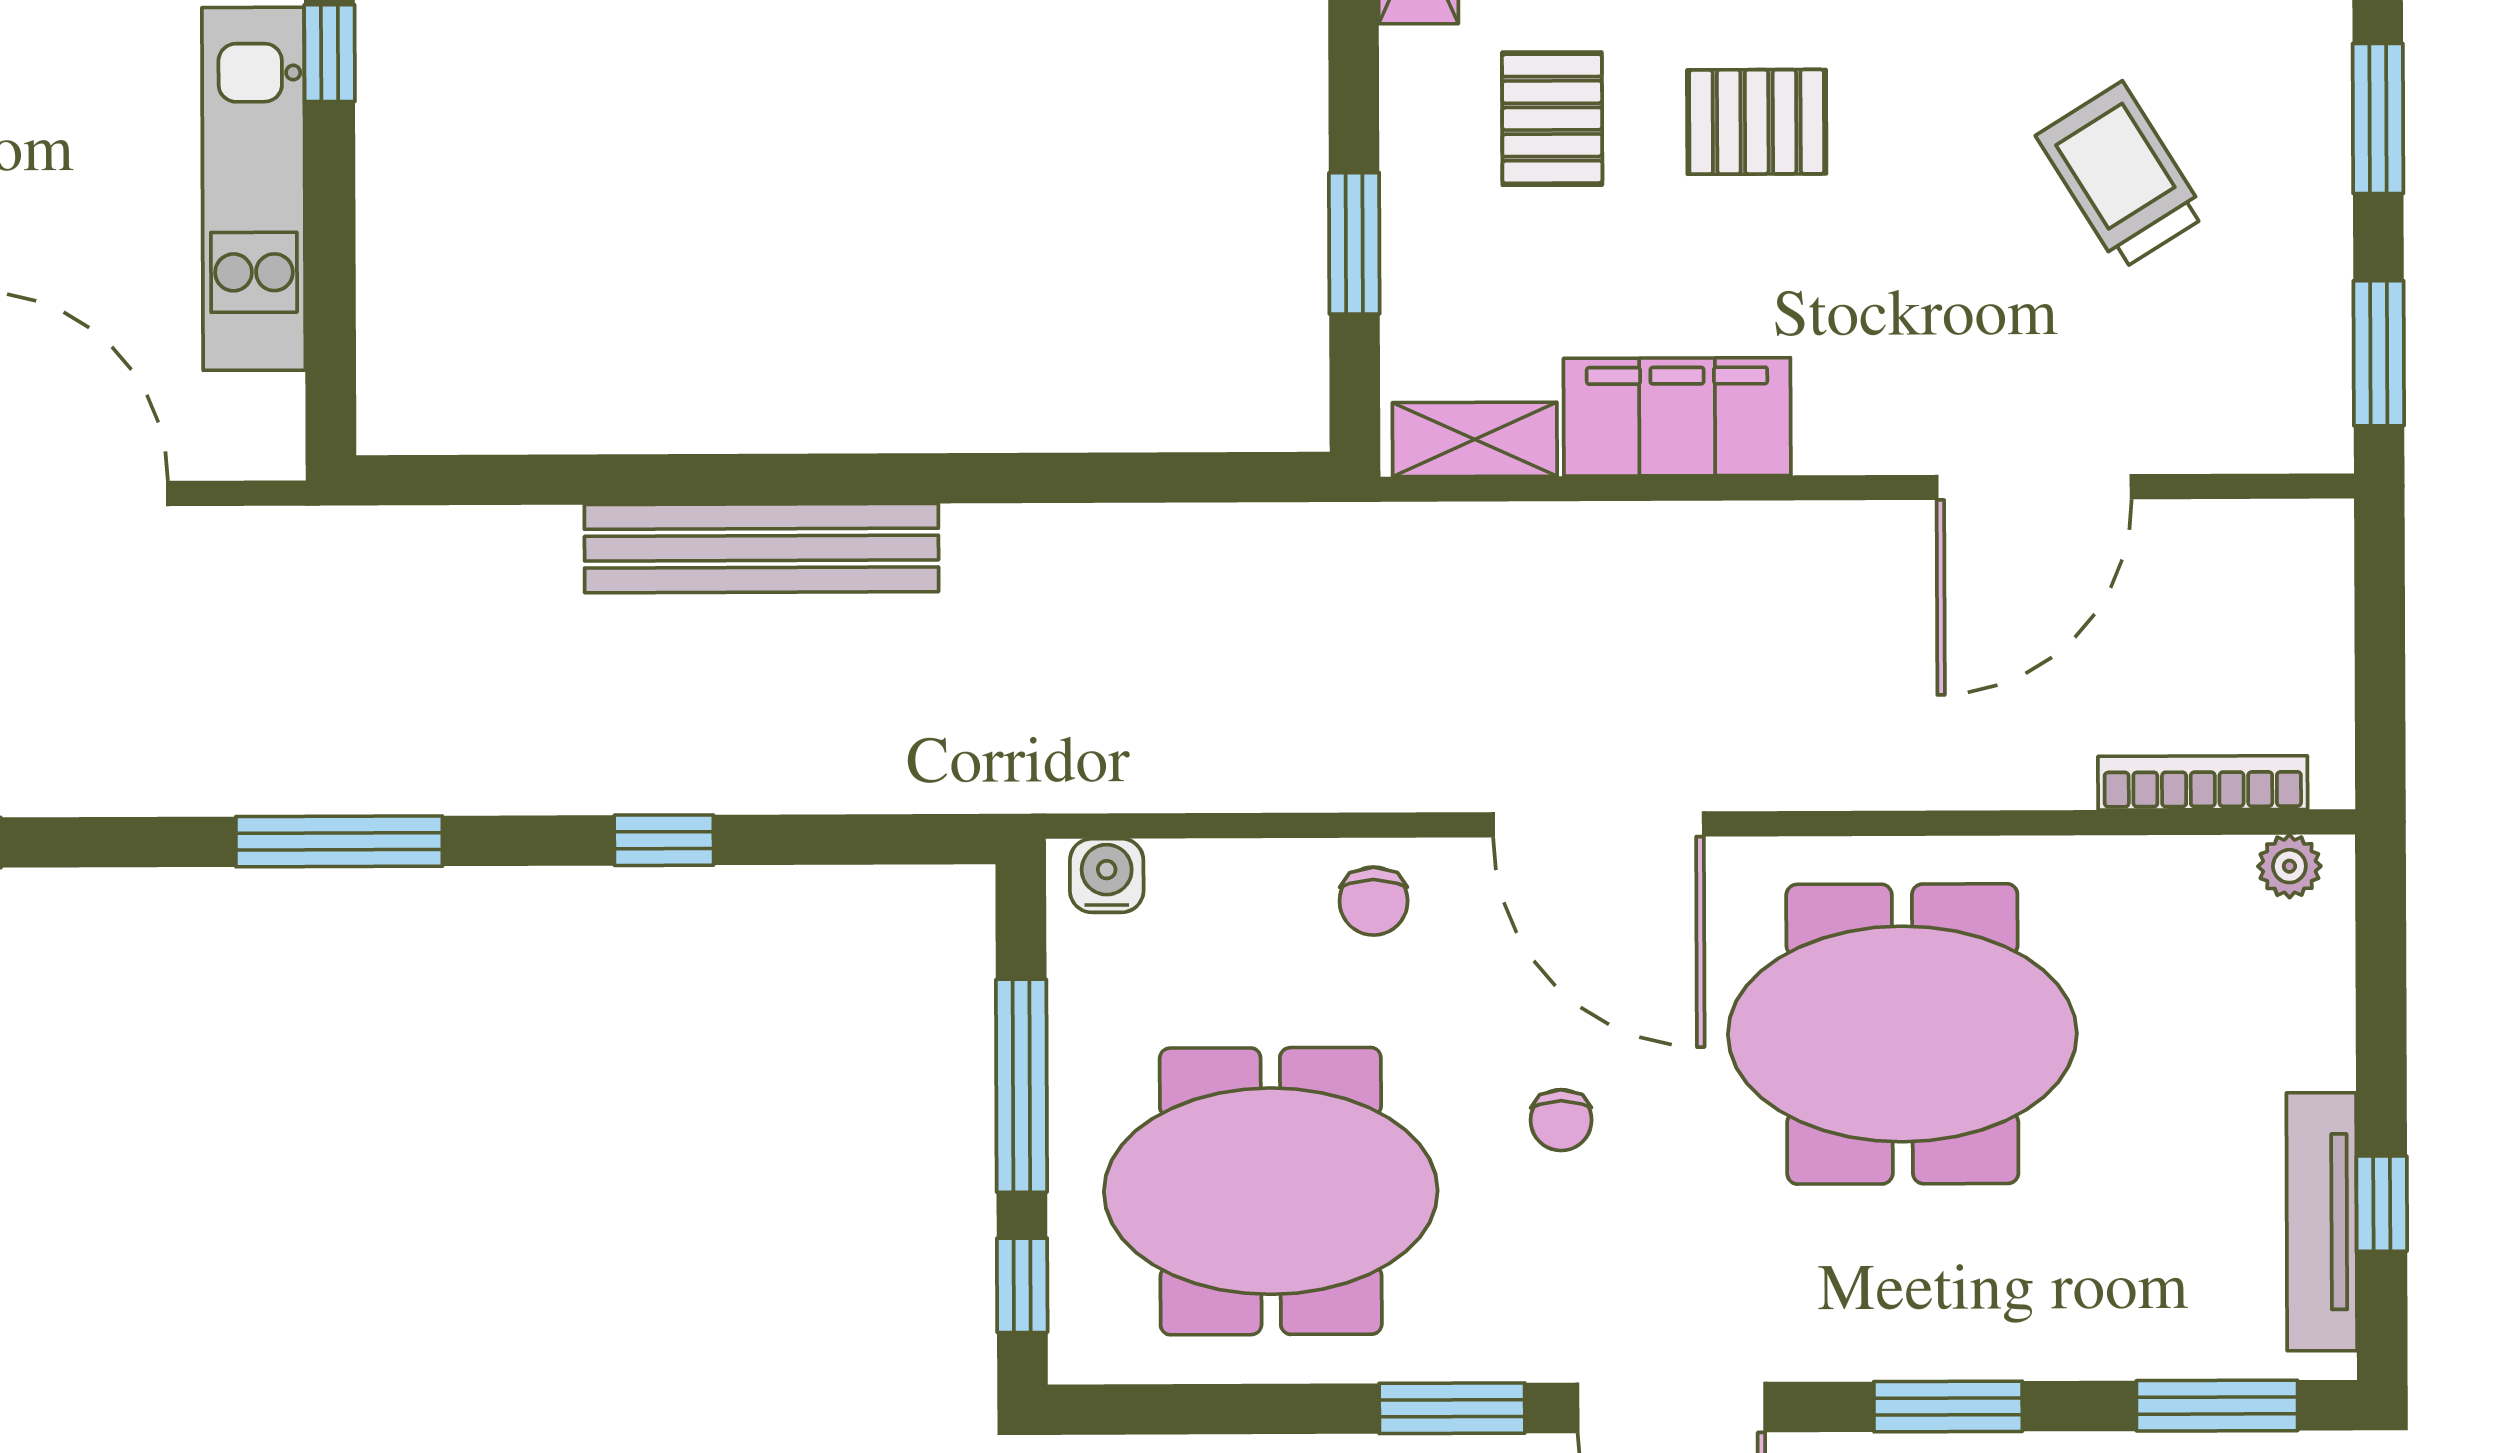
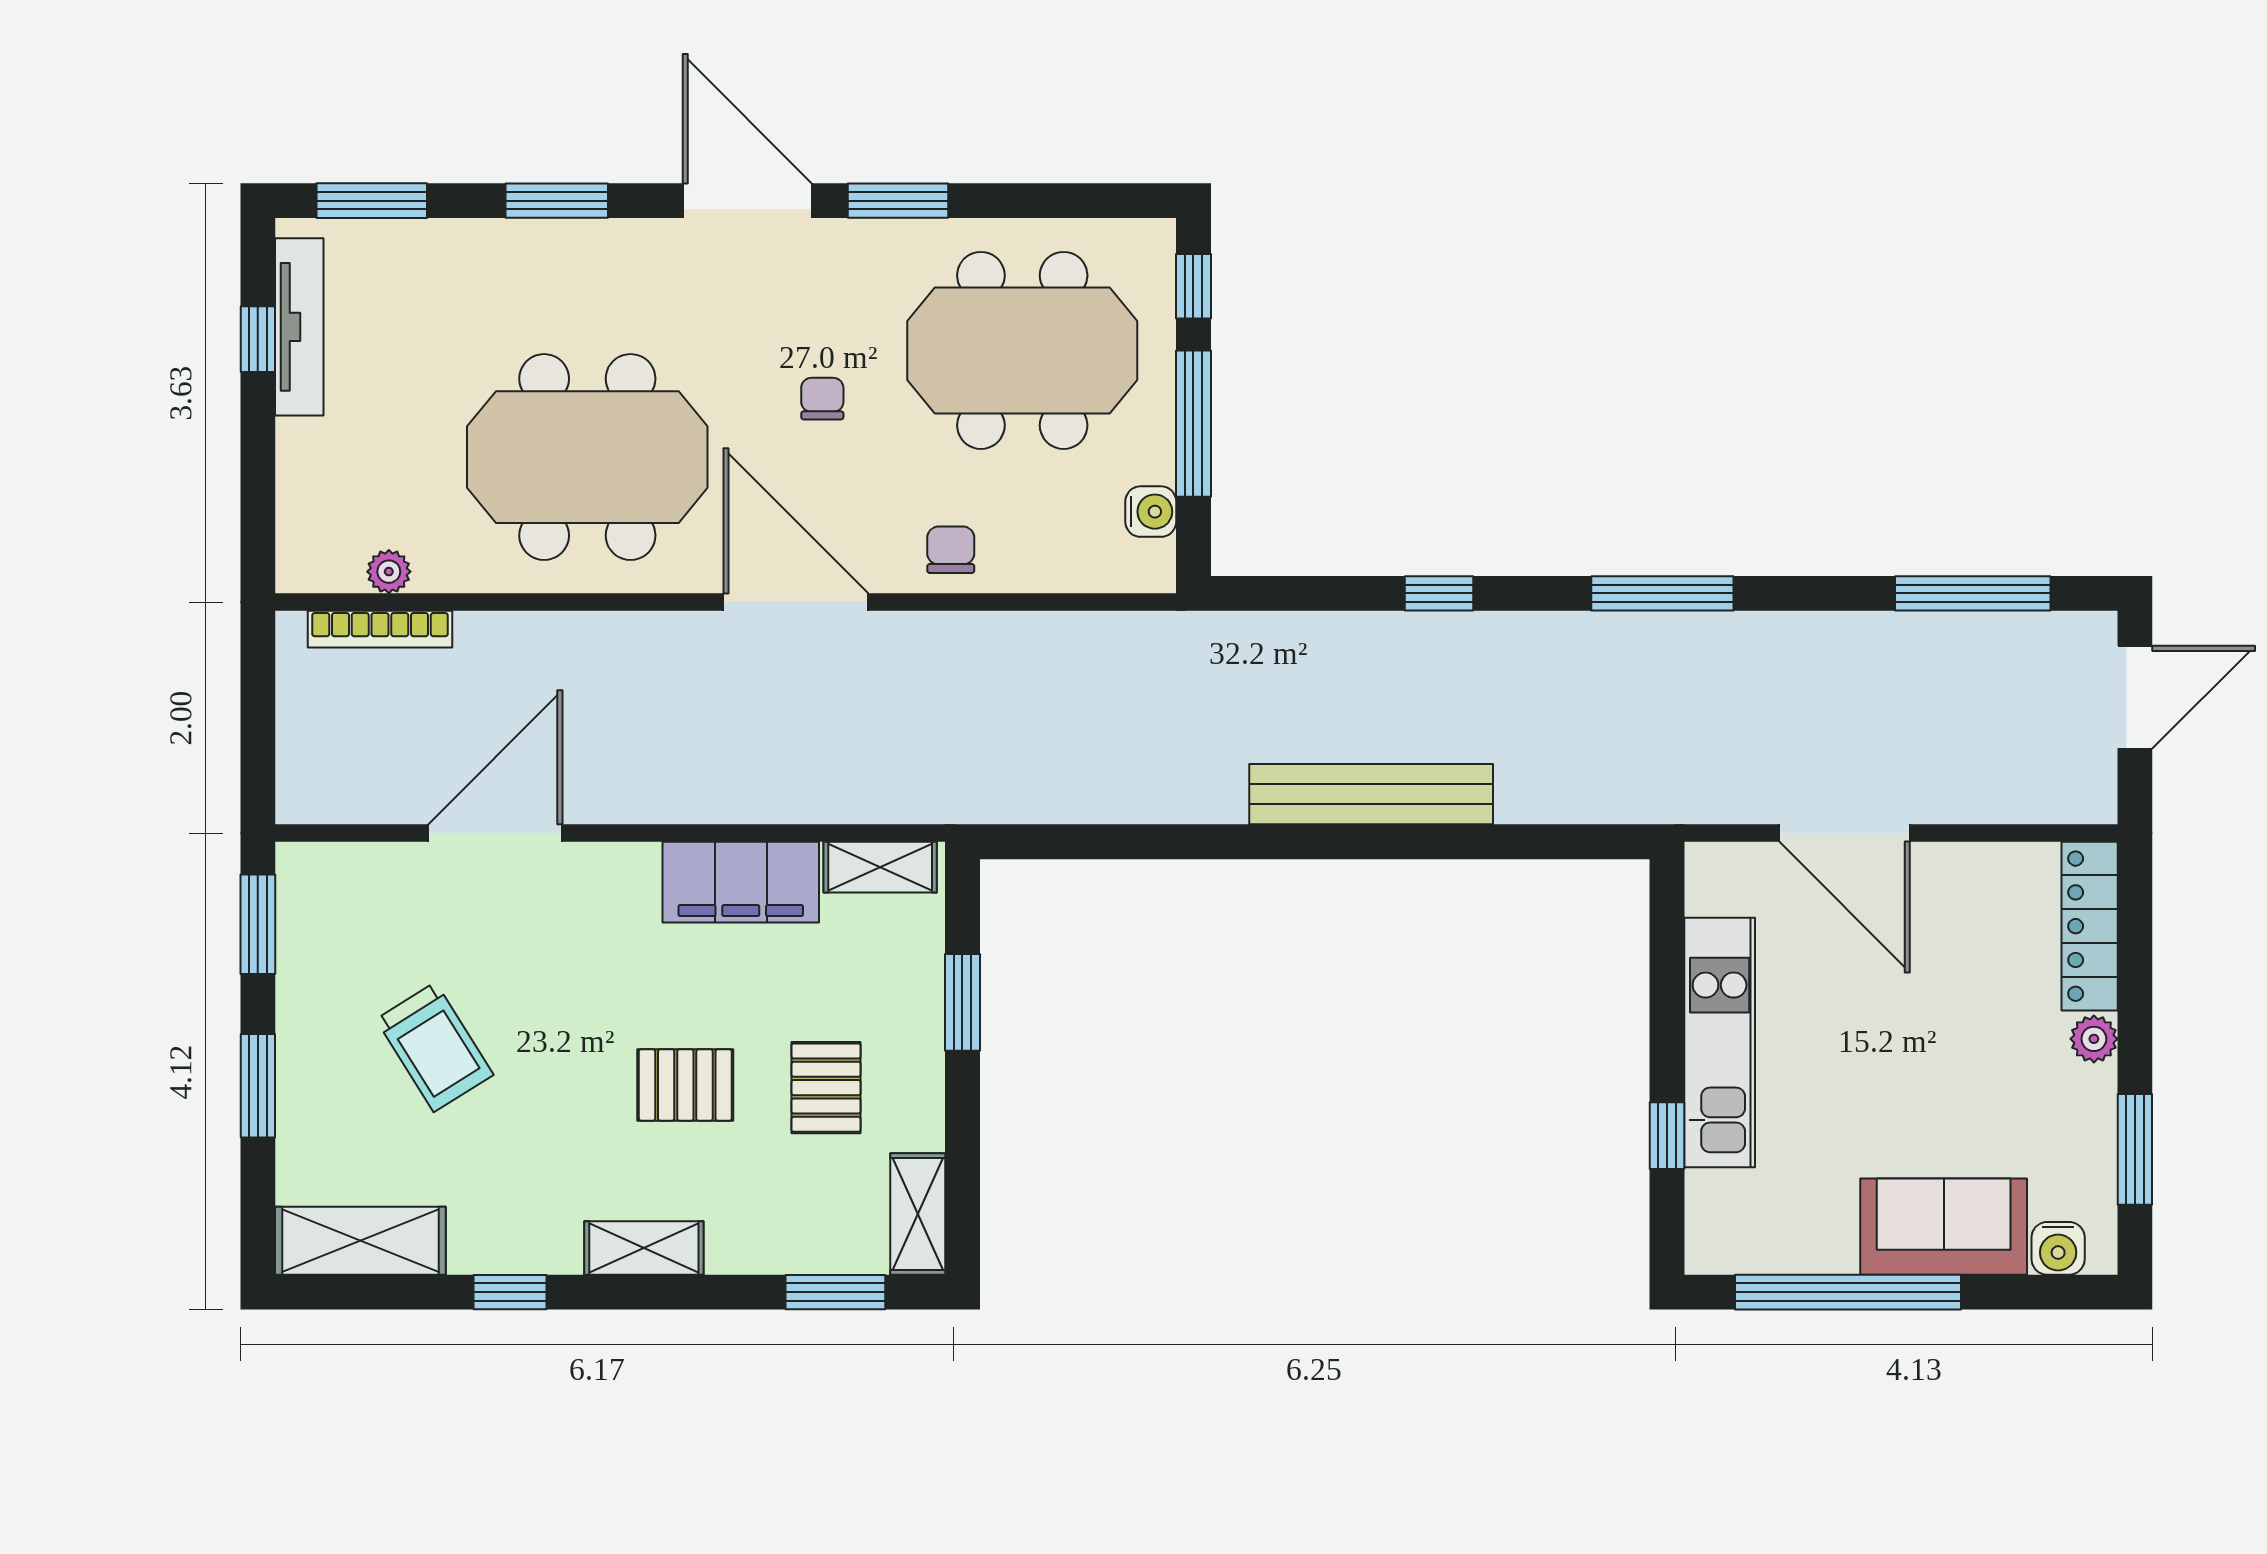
plant: (2289, 866) -> (389, 572), moved
water cooler: (1107, 876) -> (1151, 512), moved, turned -90

